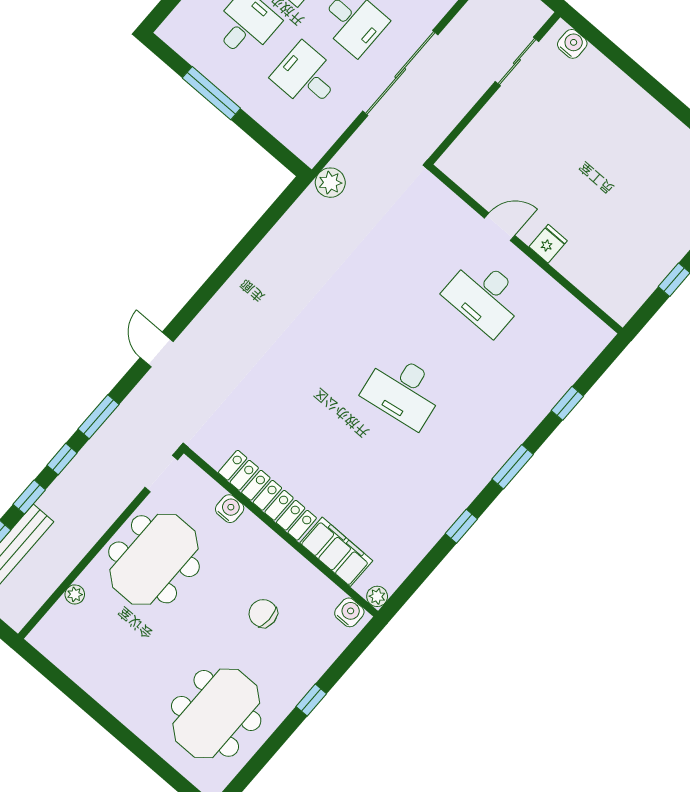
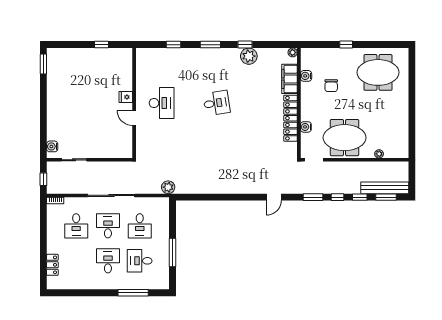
desk: (403, 391) -> (216, 103), width x0.73
plant: (436, 516) -> (249, 56), added
water cooler: (349, 612) -> (306, 76), moved

